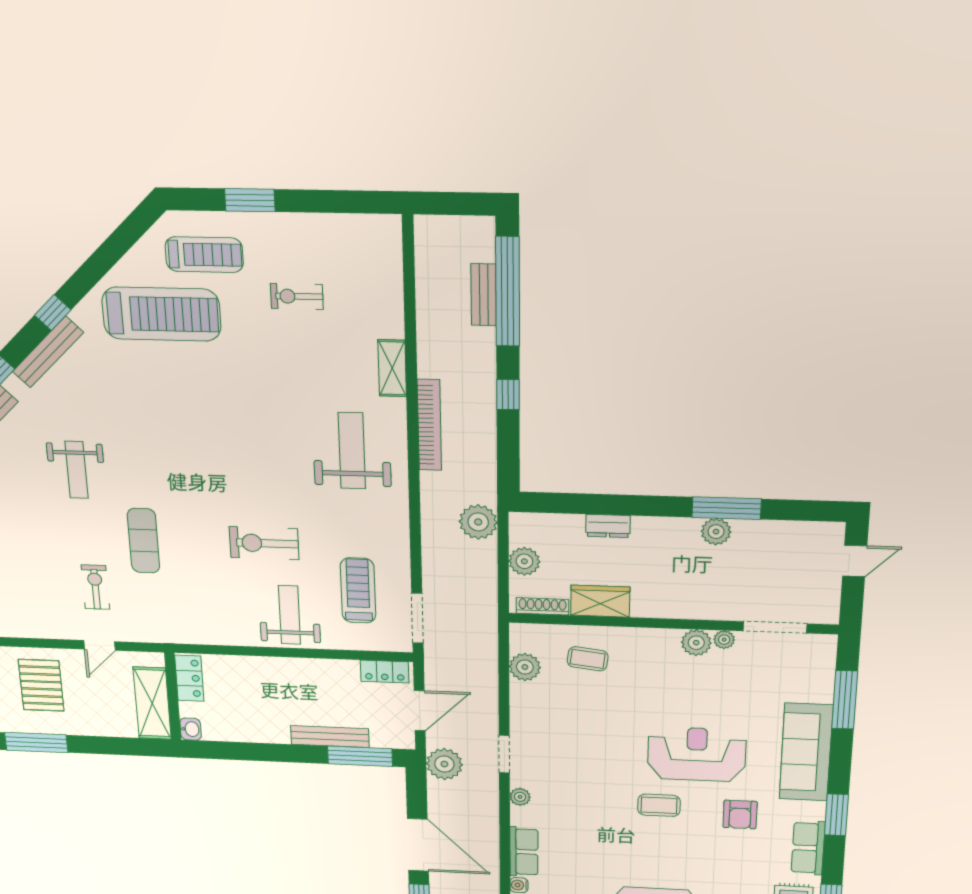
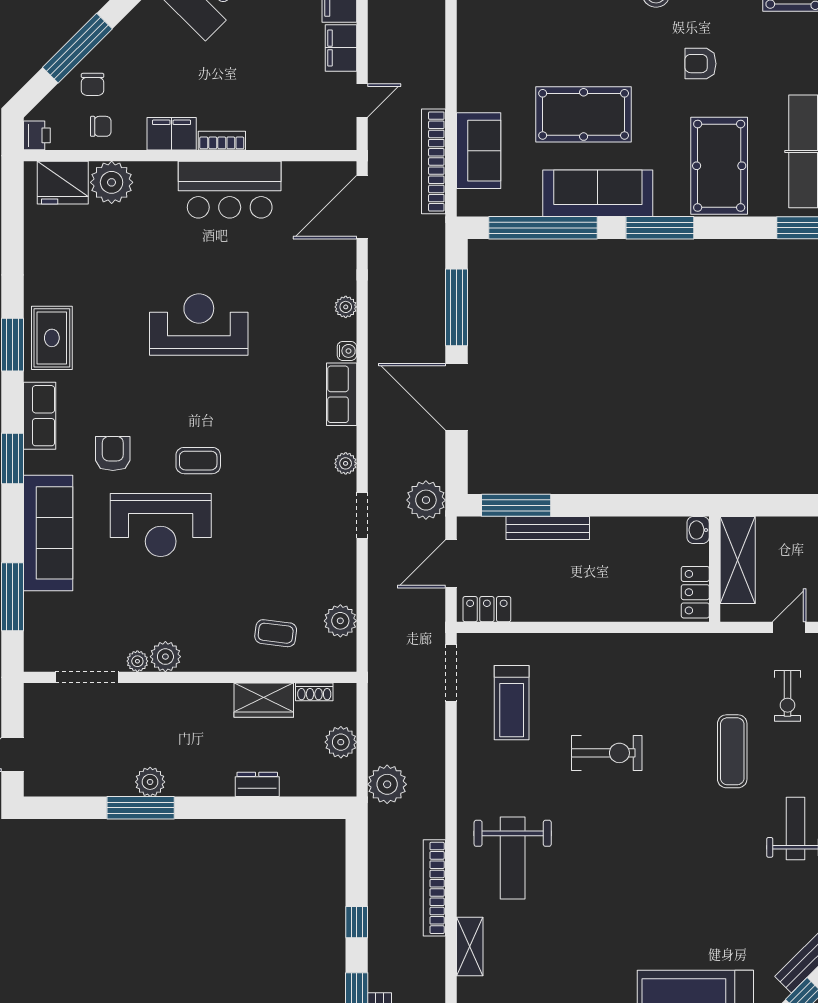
shoe rack: (543, 606) -> (314, 692), width x0.70
weight bench: (290, 615) -> (584, 671), removed

